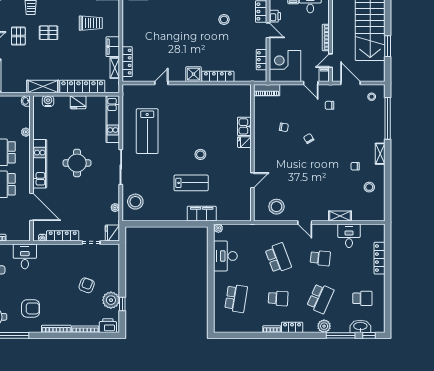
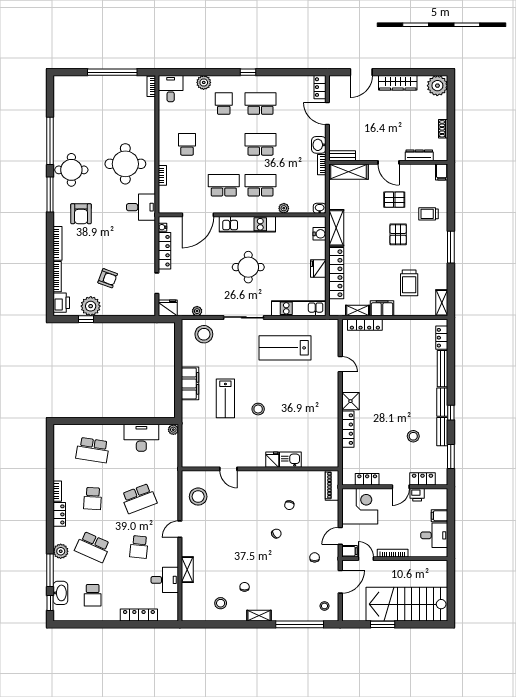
filing cabinet: (202, 214) -> (190, 383), moved

